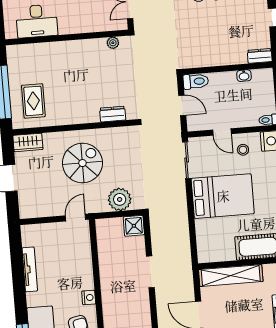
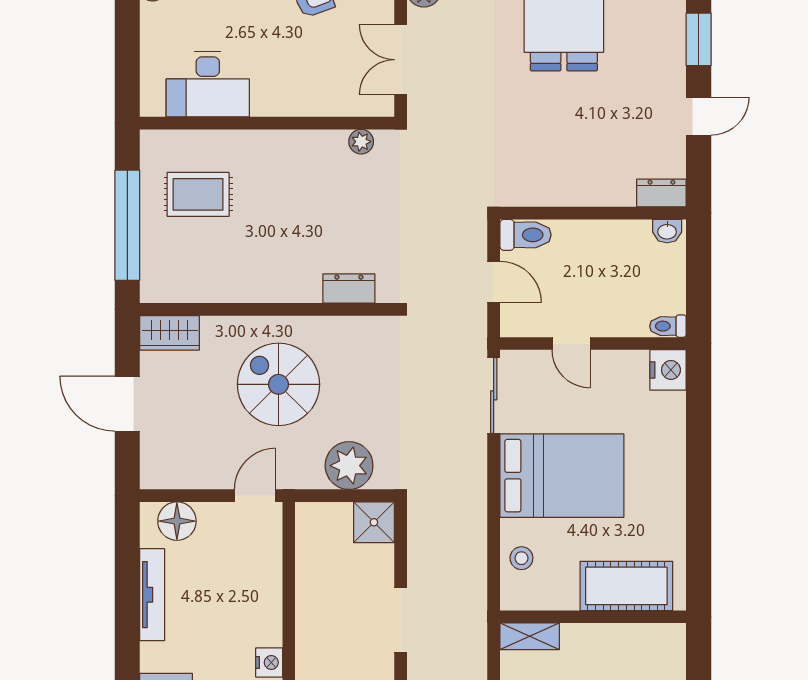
washbasin: (244, 76) -> (667, 231), moved
rug: (33, 101) -> (198, 194), moved, turned 90
stool: (243, 150) -> (521, 558), moved
spiral stairs: (82, 163) -> (278, 384), turned -90
floor lamp: (39, 233) -> (177, 521), added
shelving: (231, 276) -> (530, 636), width x0.45, depth x0.75

